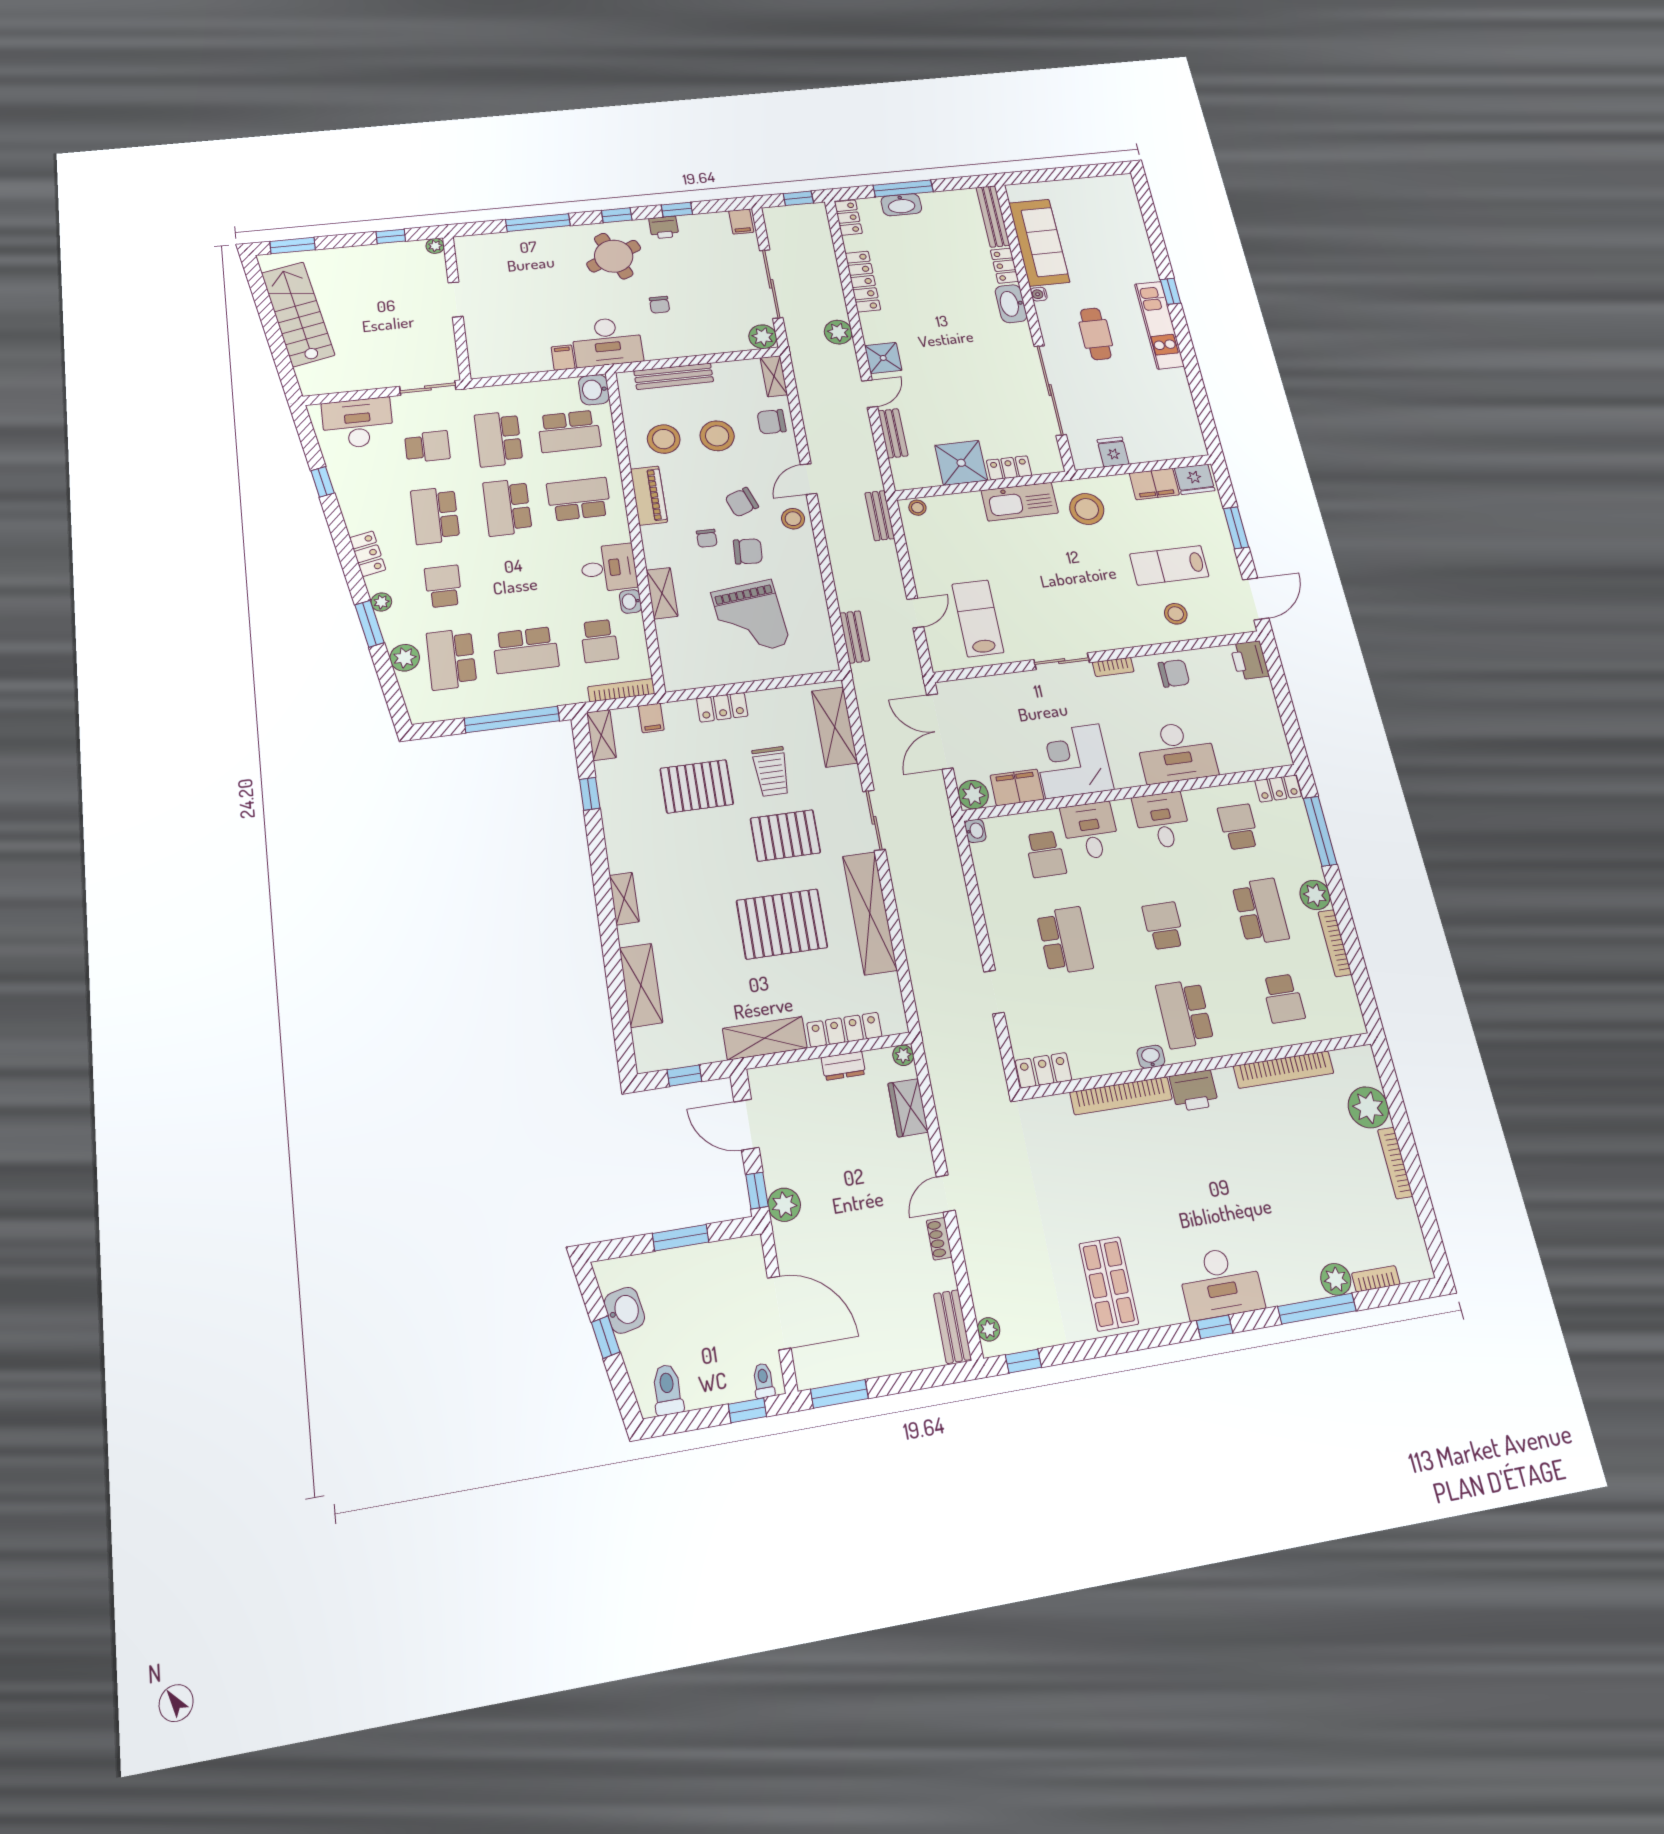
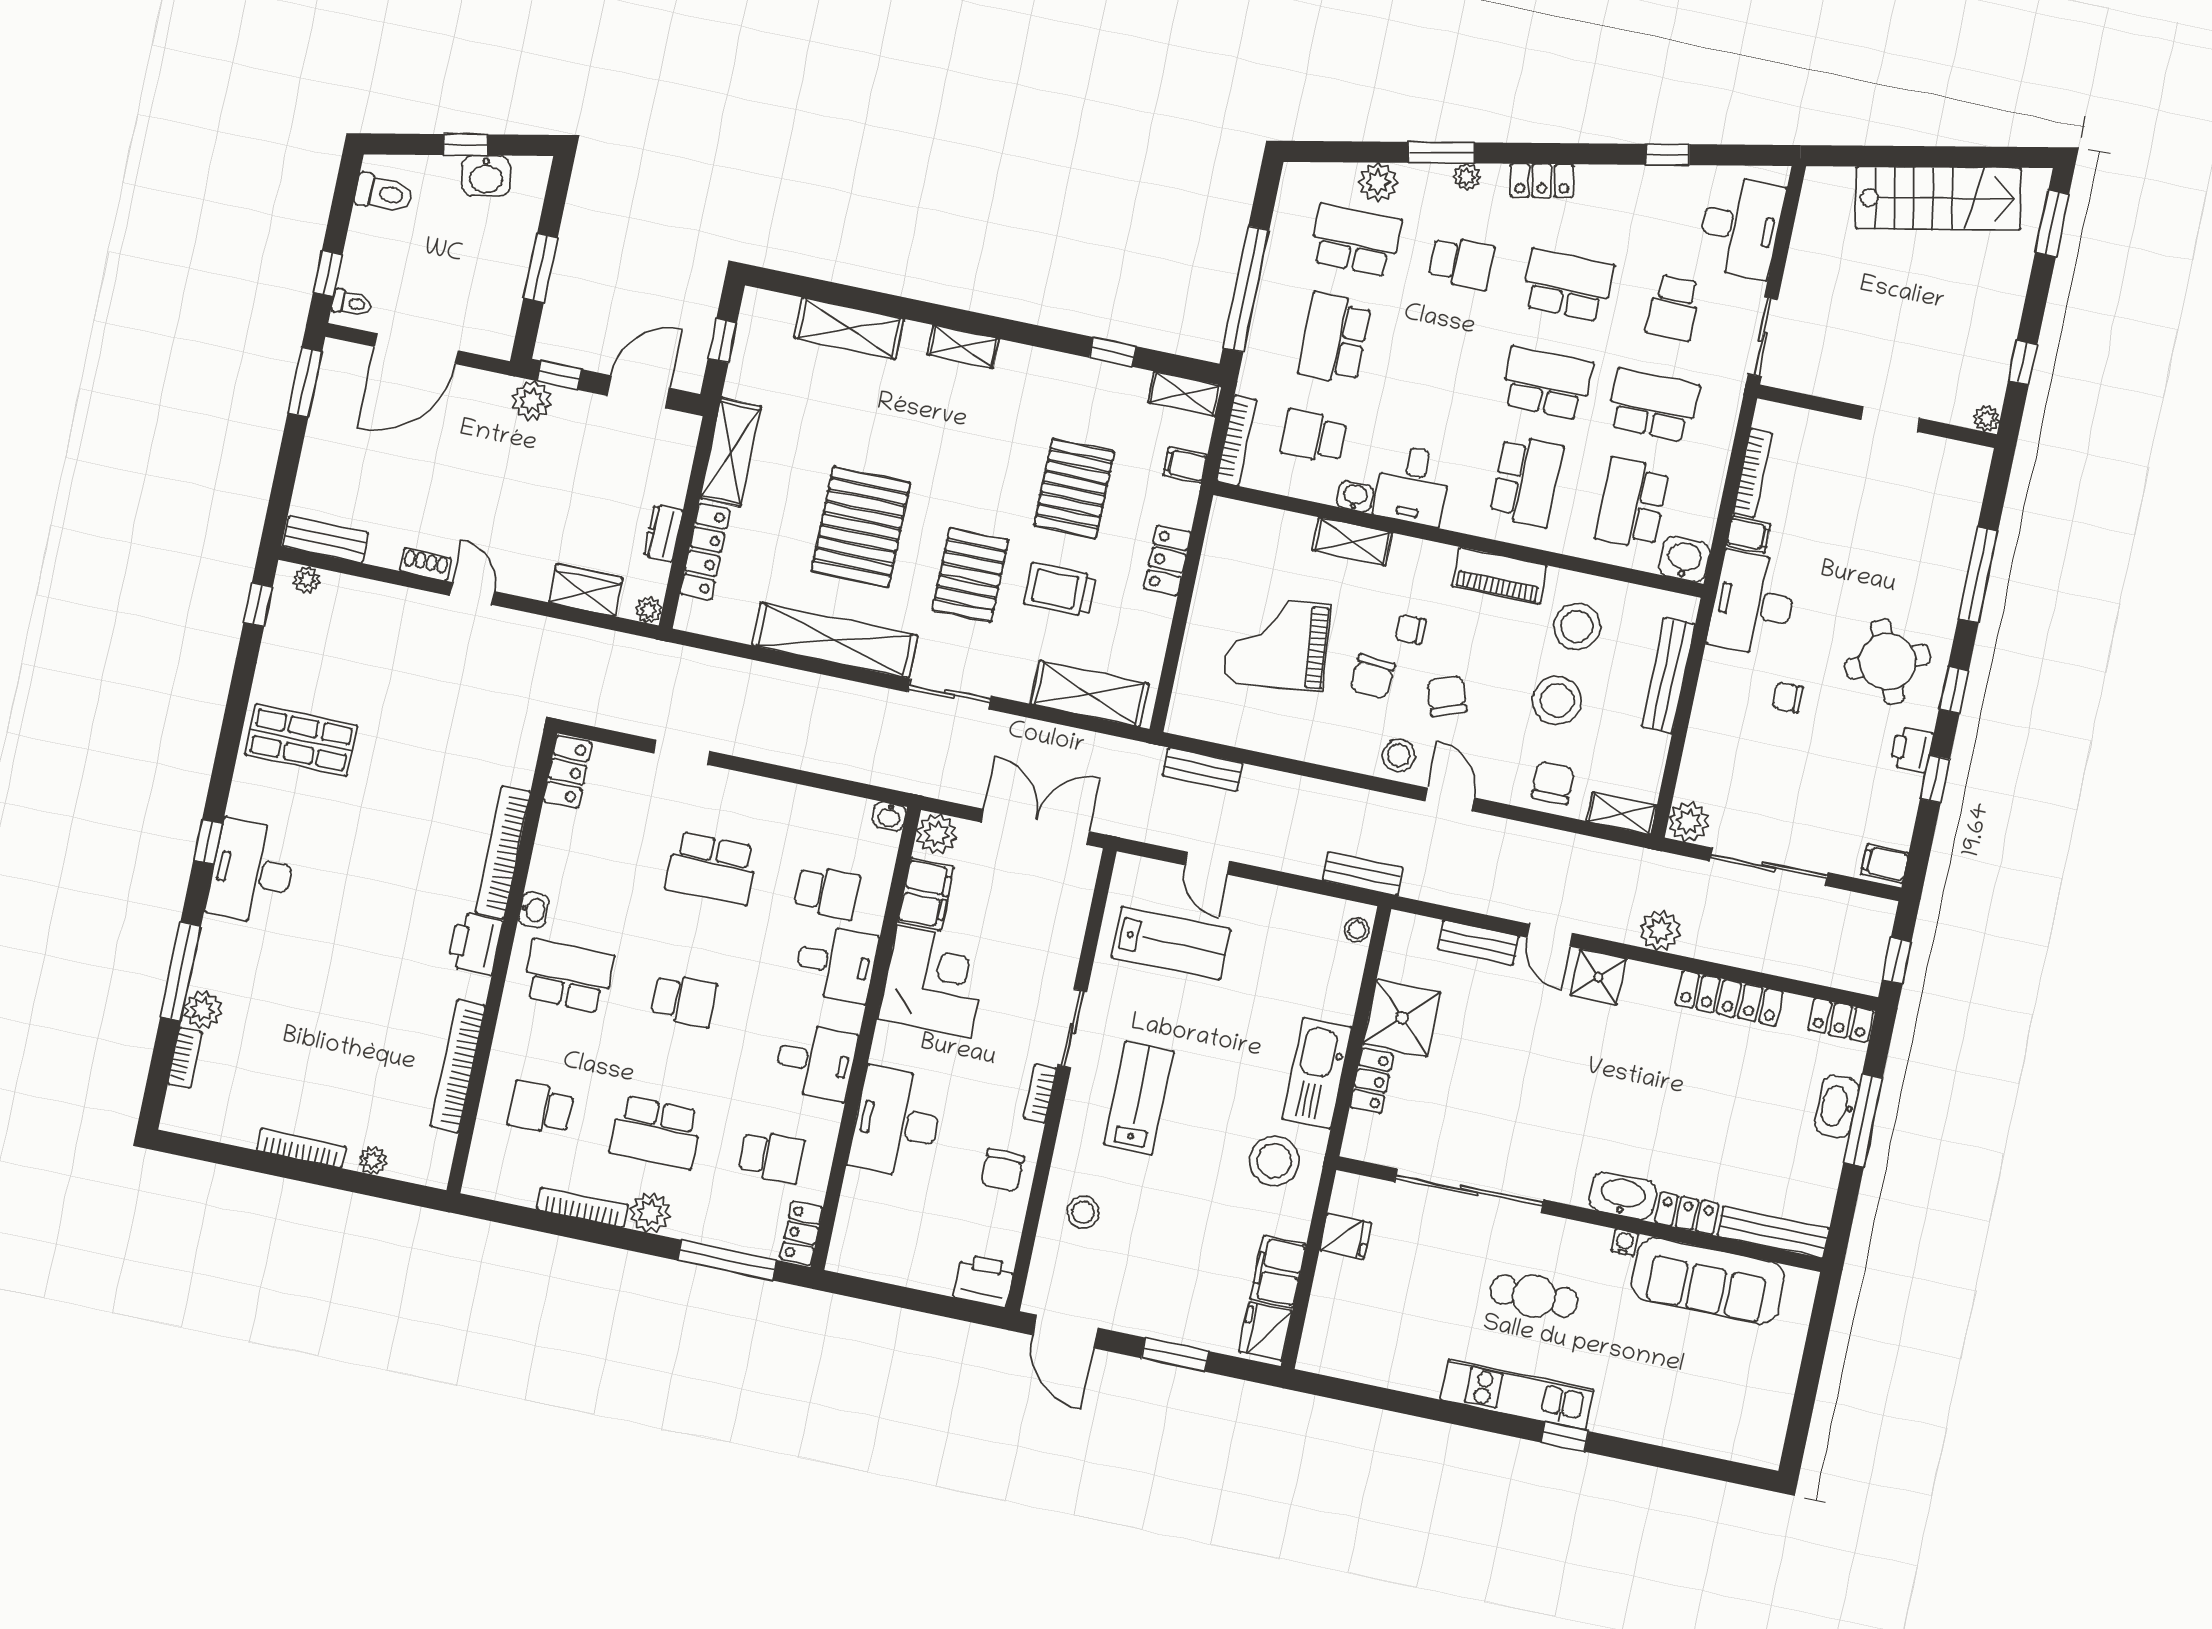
bookcase: (522, 367) -> (1753, 473), added
lab bench: (1169, 565) -> (1139, 1098), moved
school desk: (1046, 854) -> (827, 892), turned 180
plant: (1368, 1107) -> (373, 1160), width x0.53, depth x0.53

